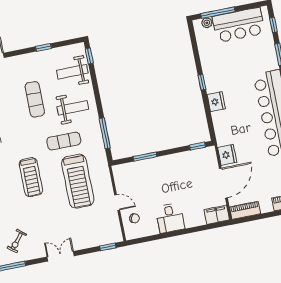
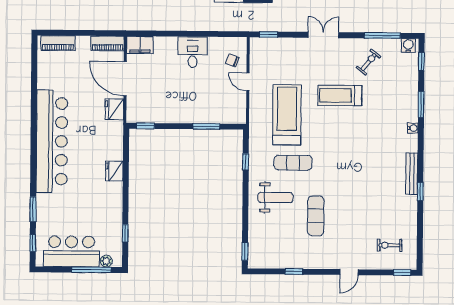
weight bench: (72, 72) -> (268, 238), removed
window: (202, 82) -> (125, 233), moved
weight bench: (73, 108) -> (275, 197), turned 180
window: (105, 133) -> (246, 162), width x0.46
treadmill: (31, 177) -> (340, 95), moved, turned -90
door: (223, 183) -> (125, 79), hinge flipped
double door: (61, 256) -> (323, 35), swing flipped

